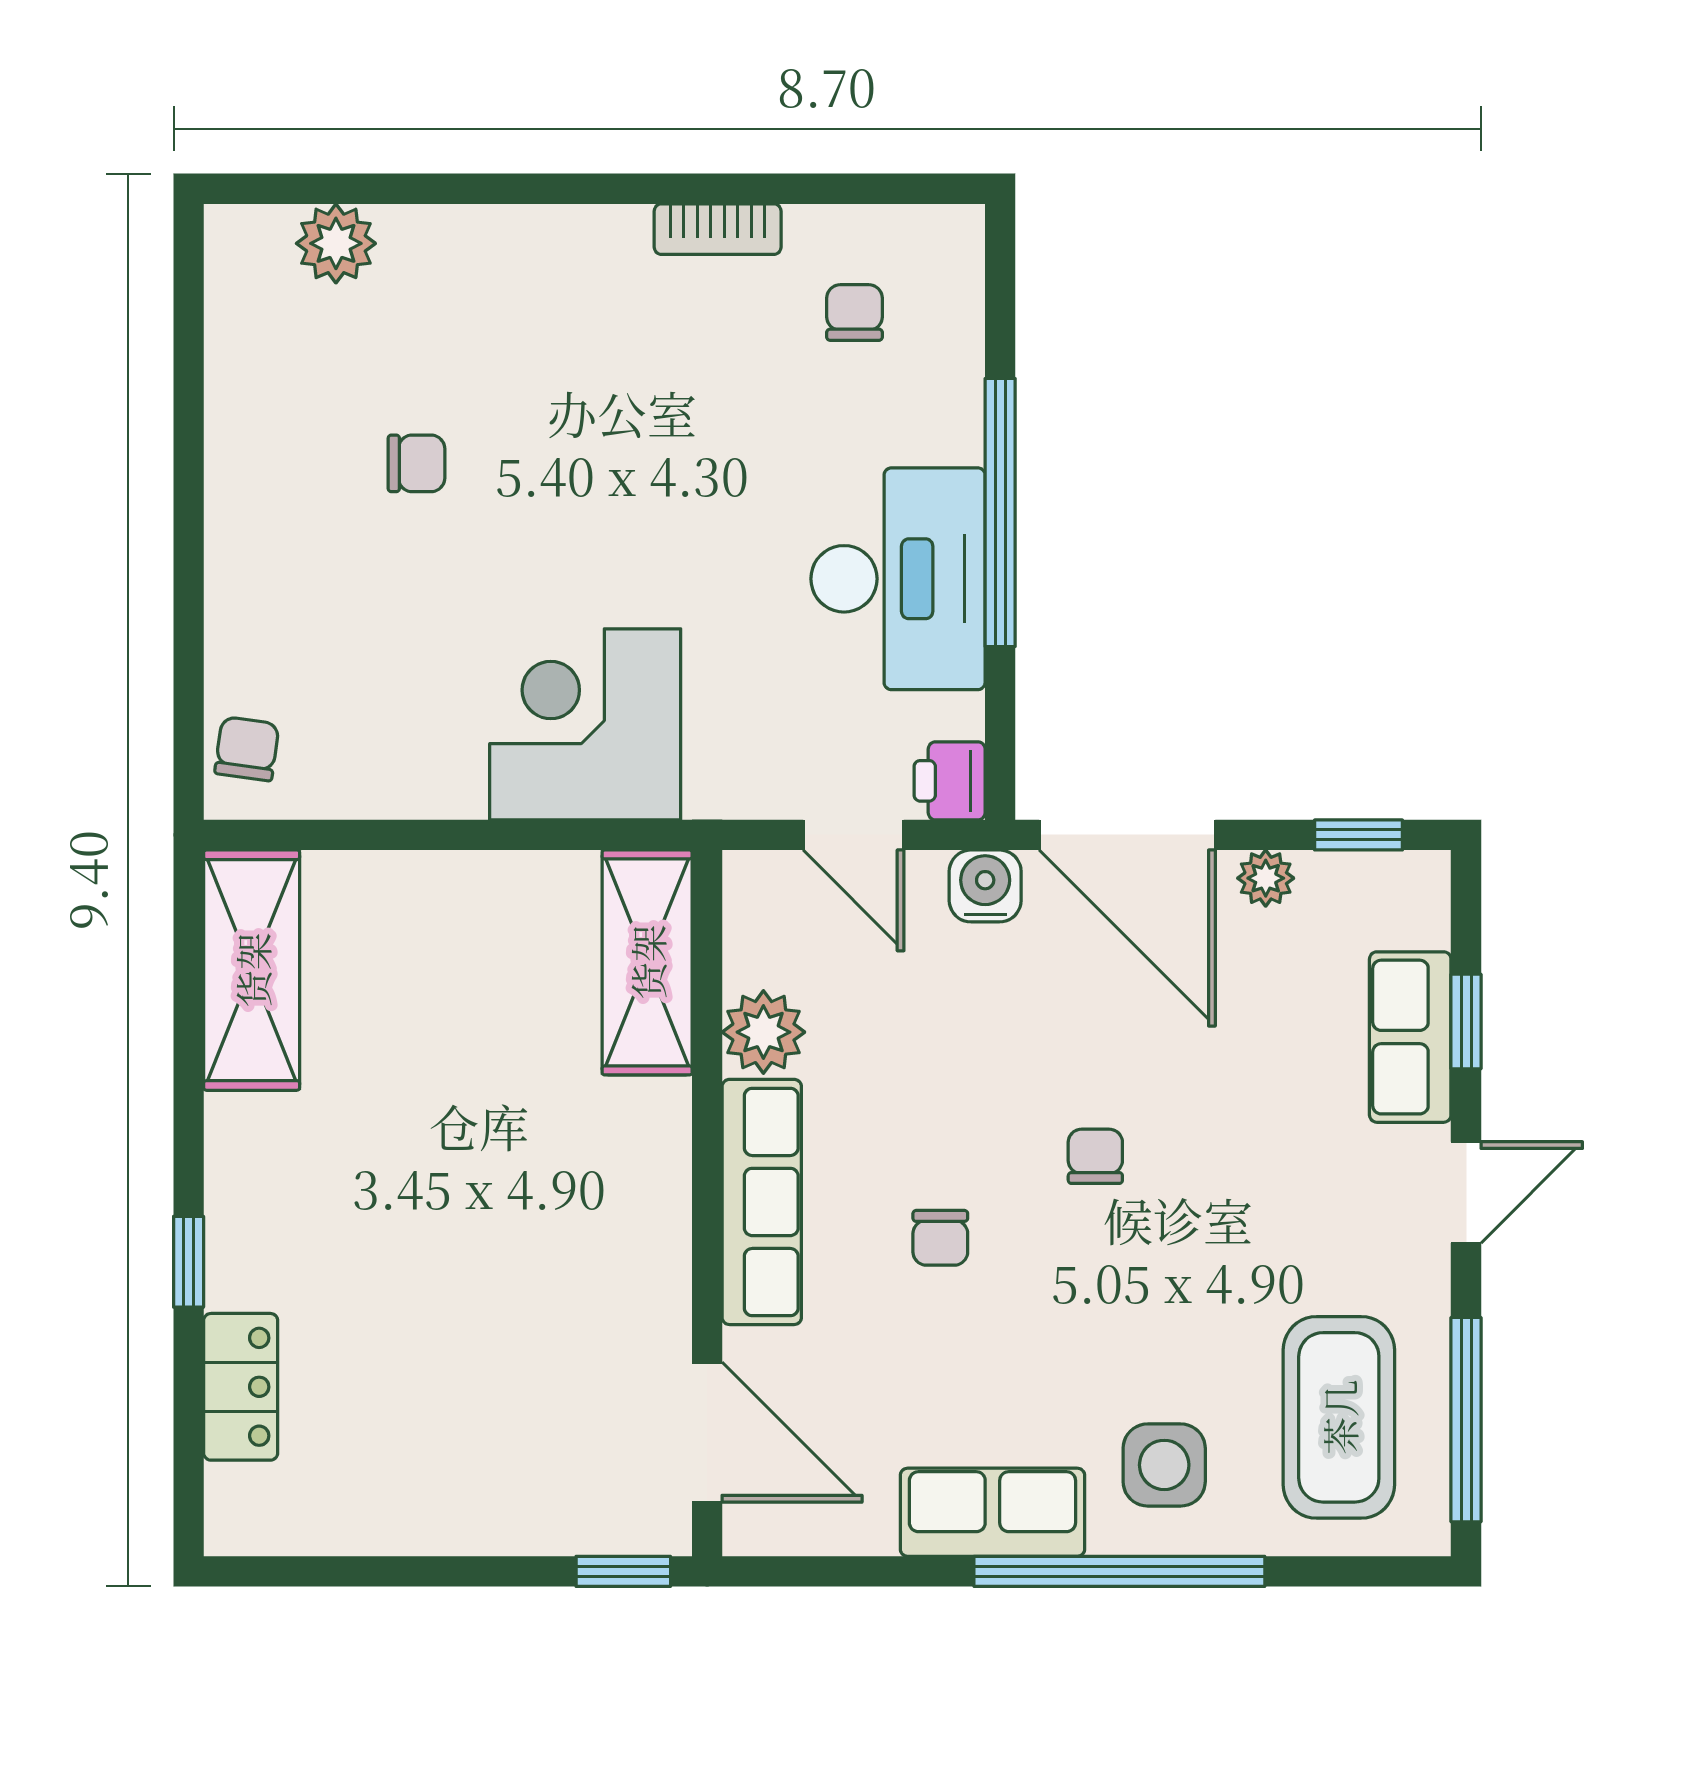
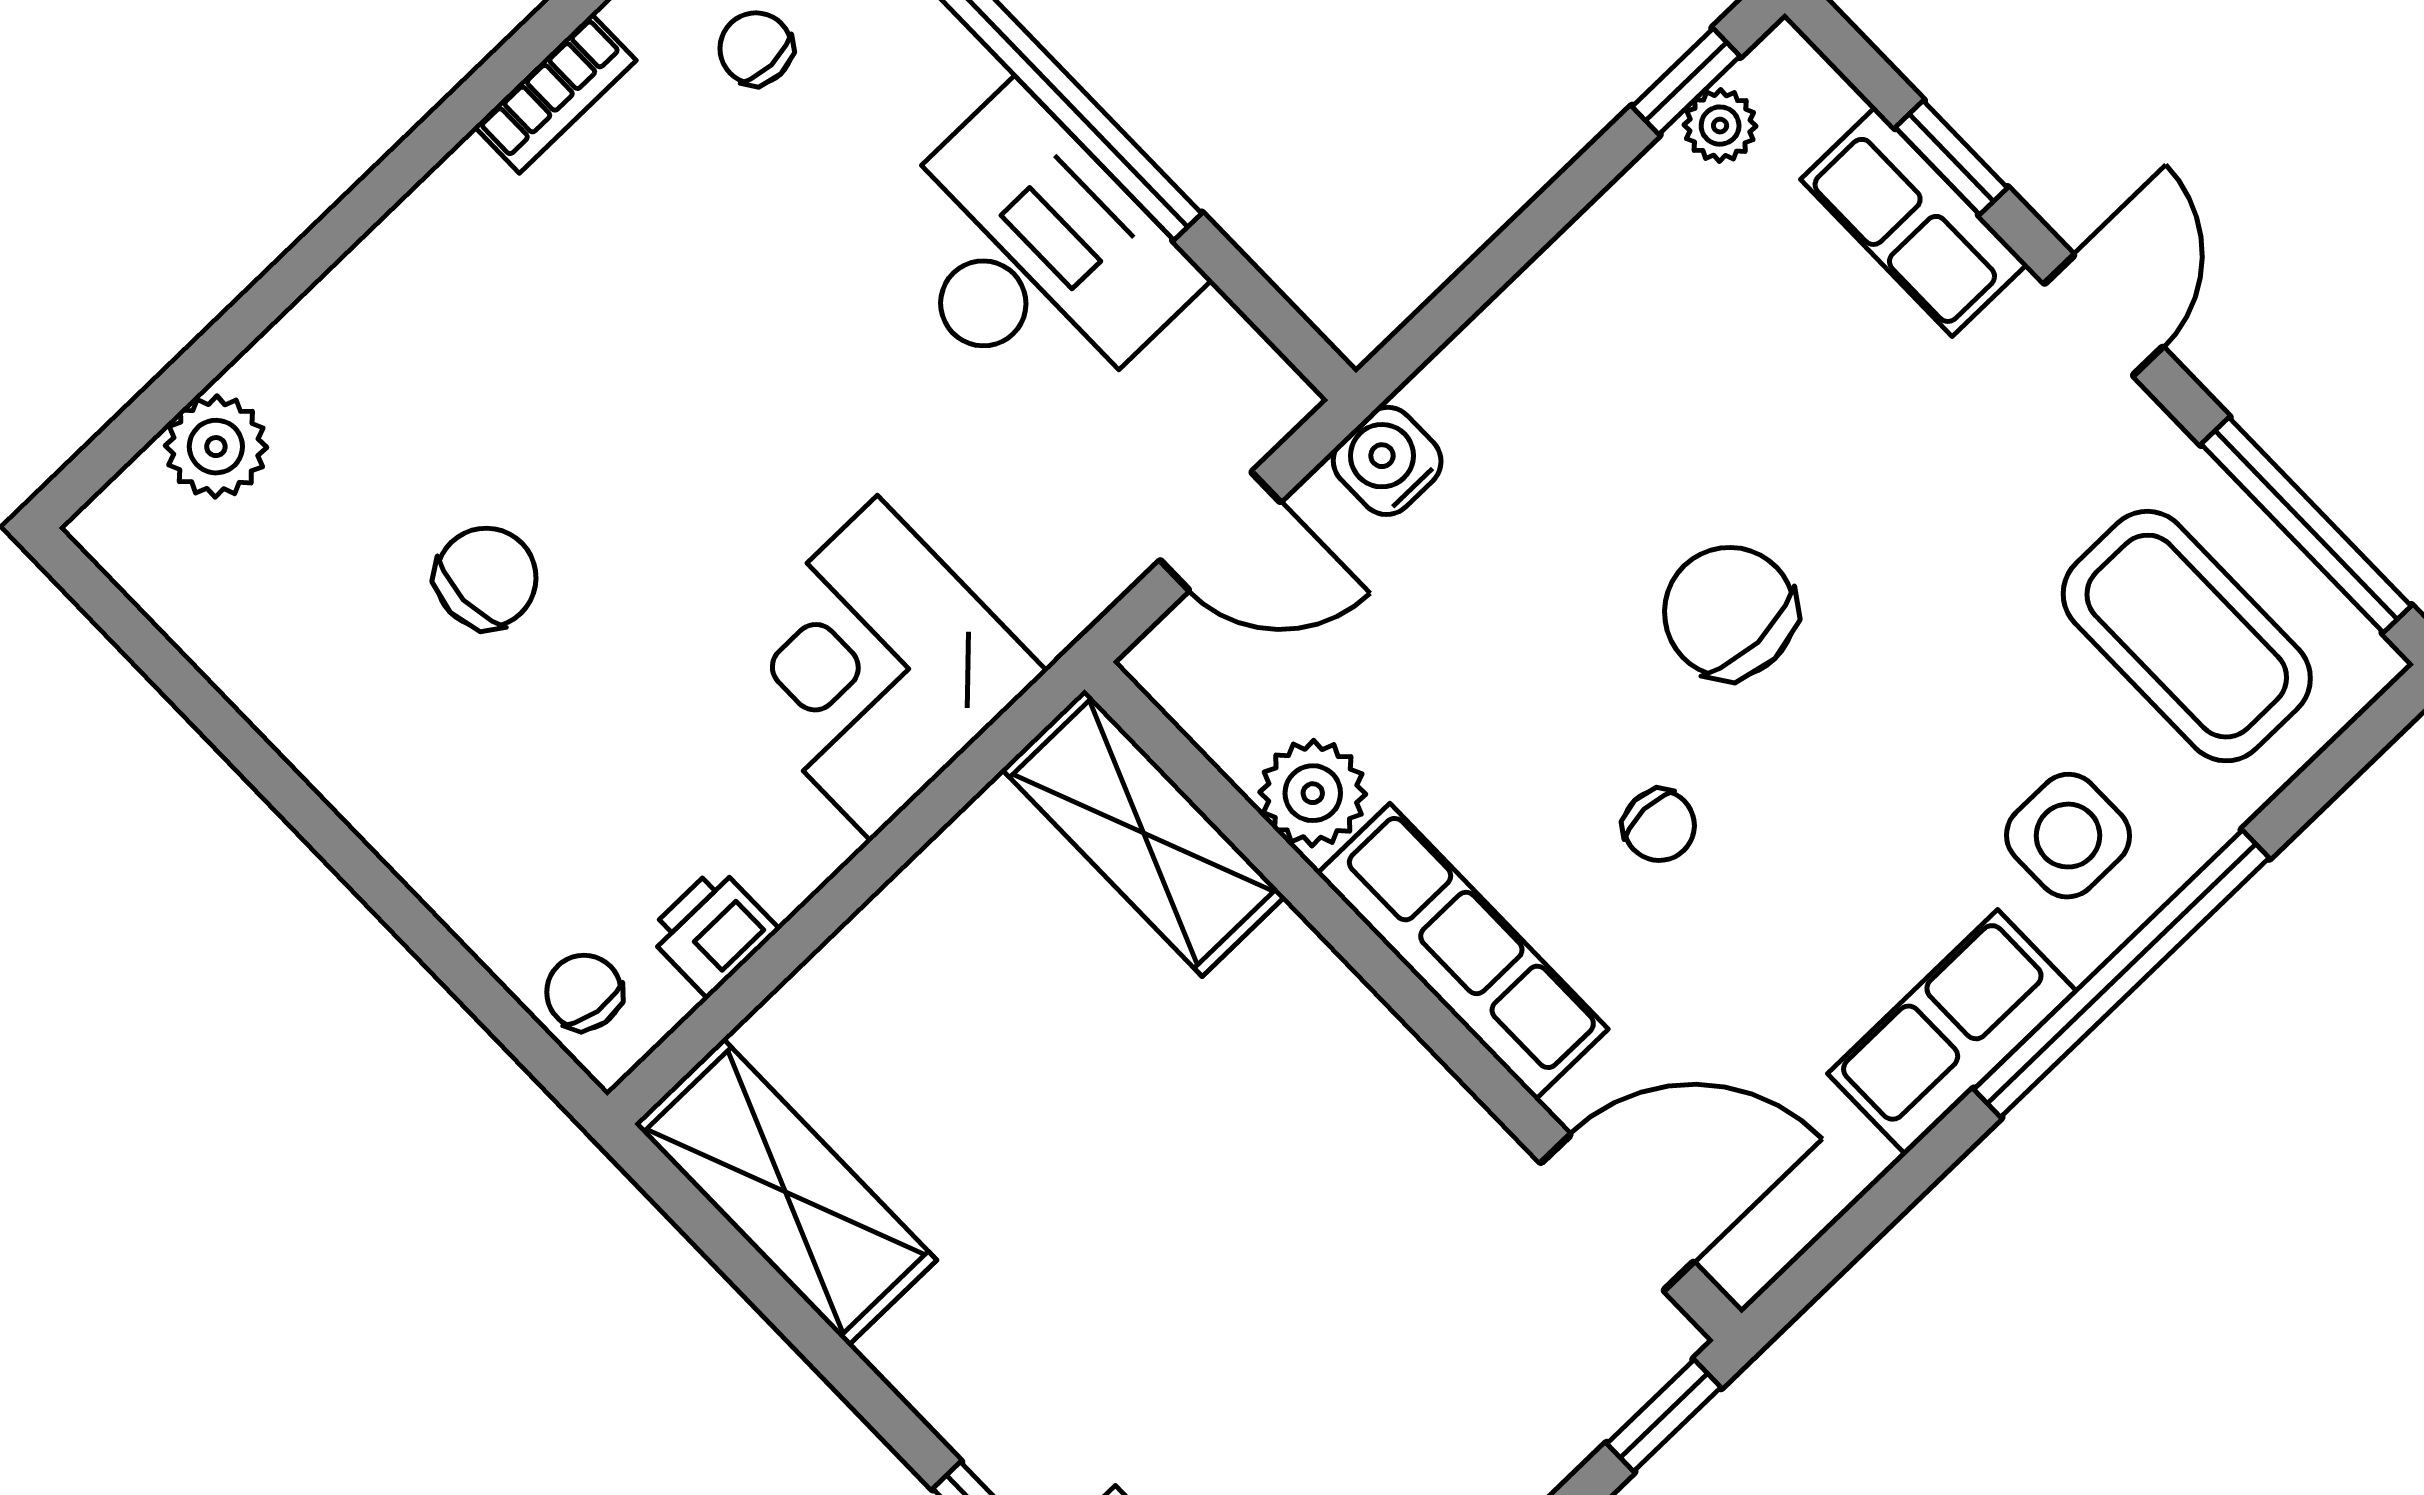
chair: (416, 463) -> (486, 578), width x1.37, depth x1.37
printer: (950, 781) -> (712, 932), moved, turned 90
door: (1127, 835) -> (1473, 287), removed
plant: (1266, 878) -> (1720, 126), moved
chair: (1095, 1156) -> (1730, 612), width x1.87, depth x1.87

